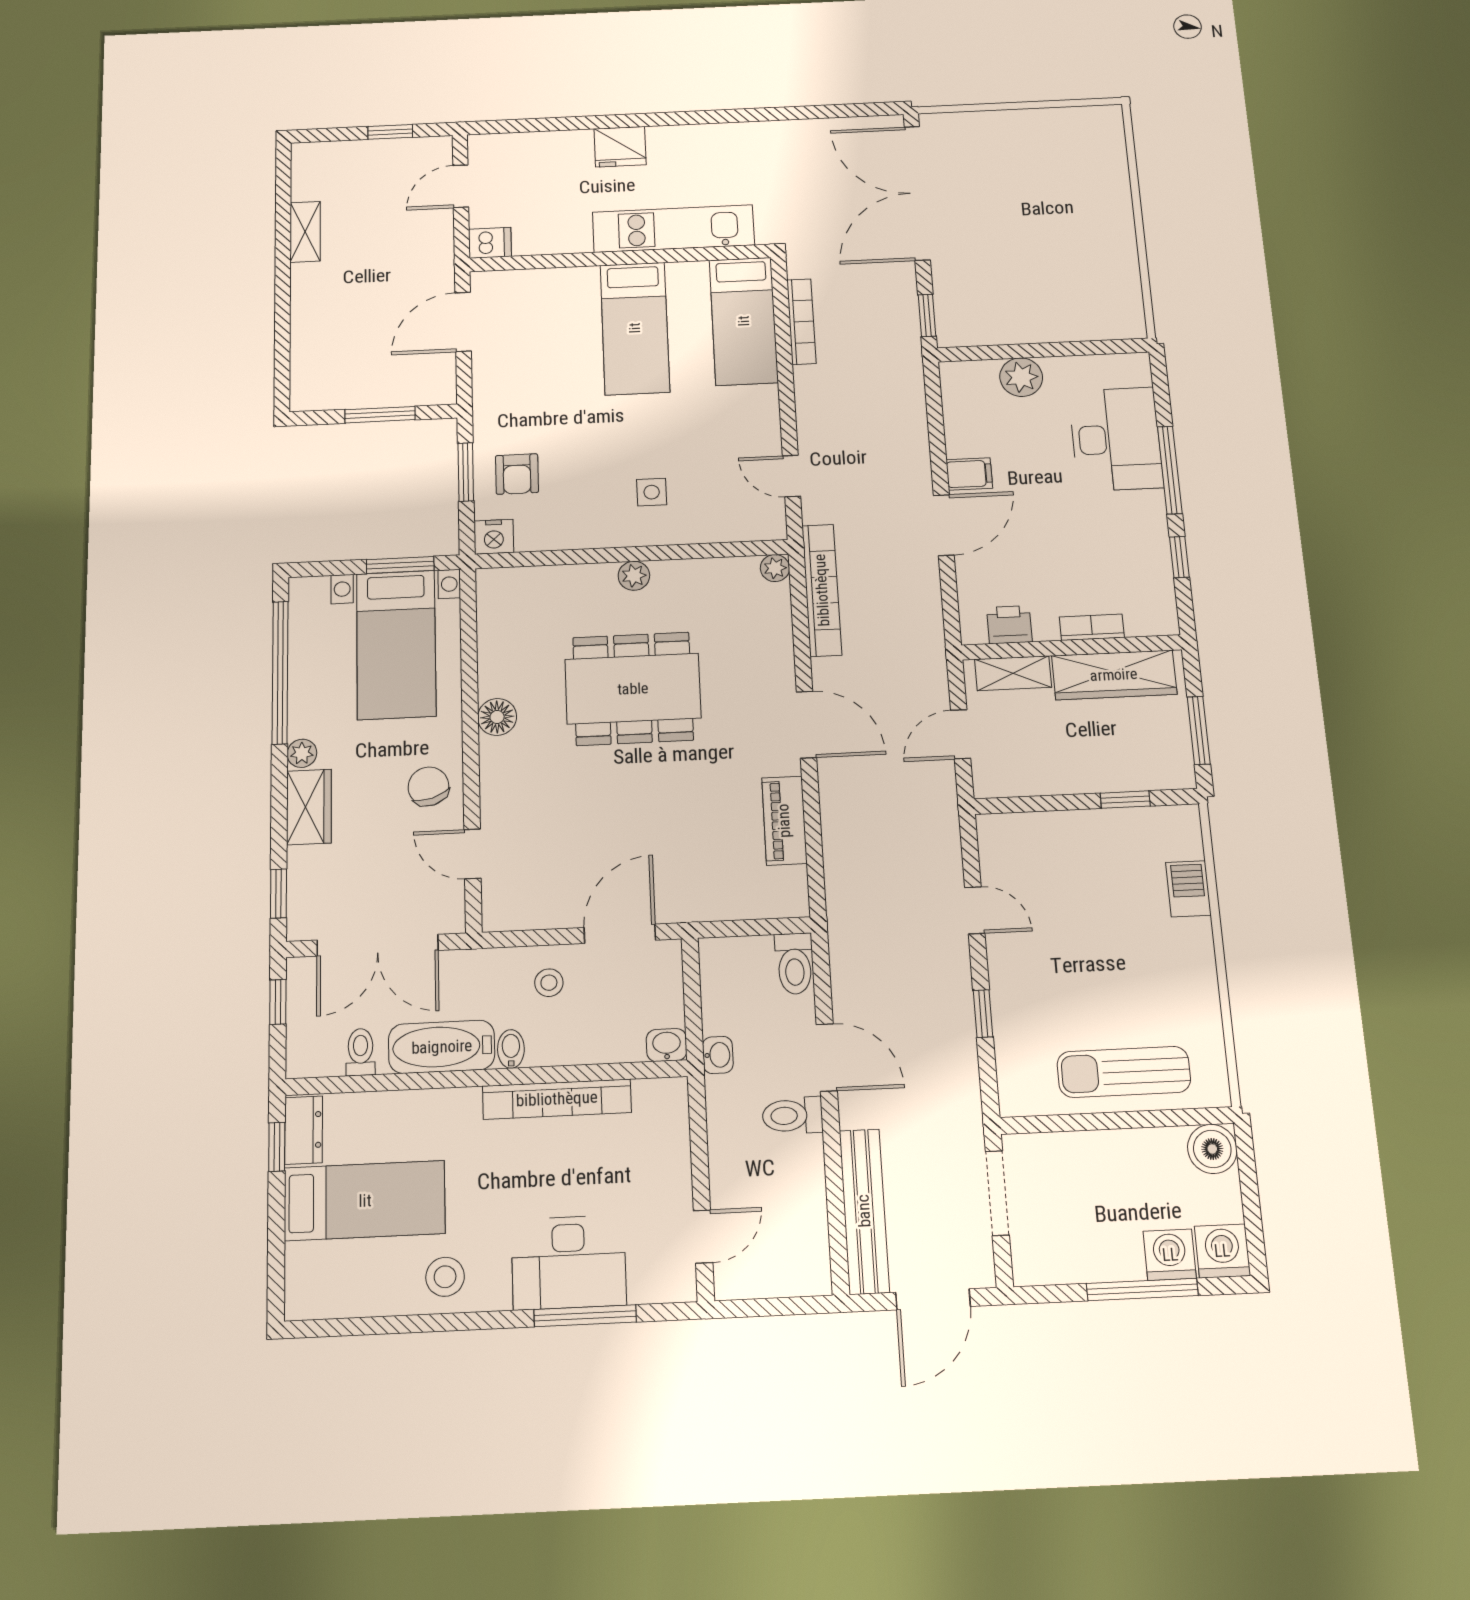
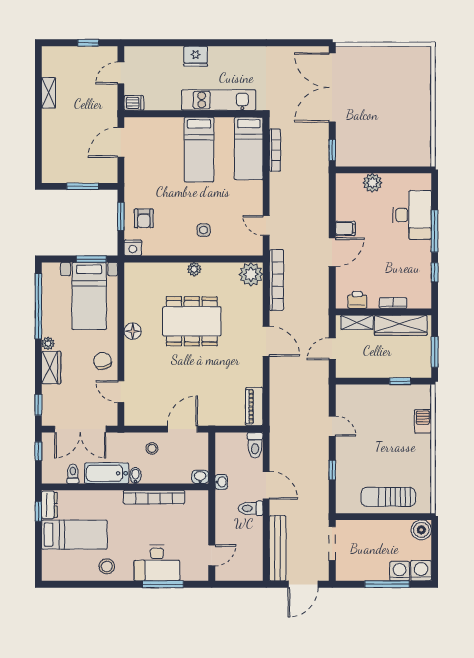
plant: (775, 568) -> (251, 274), width x1.87, depth x1.87
piano: (784, 821) -> (254, 406), moved

